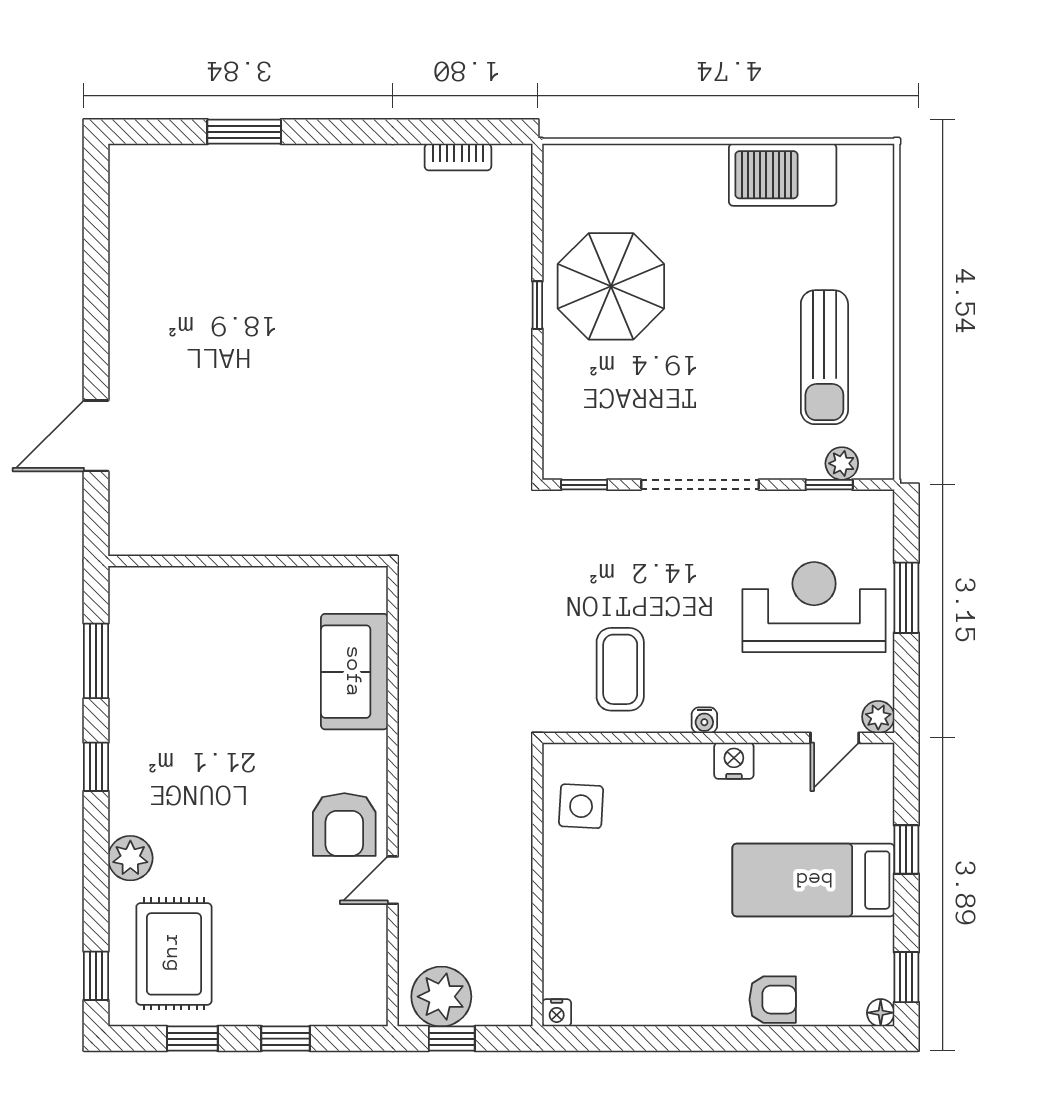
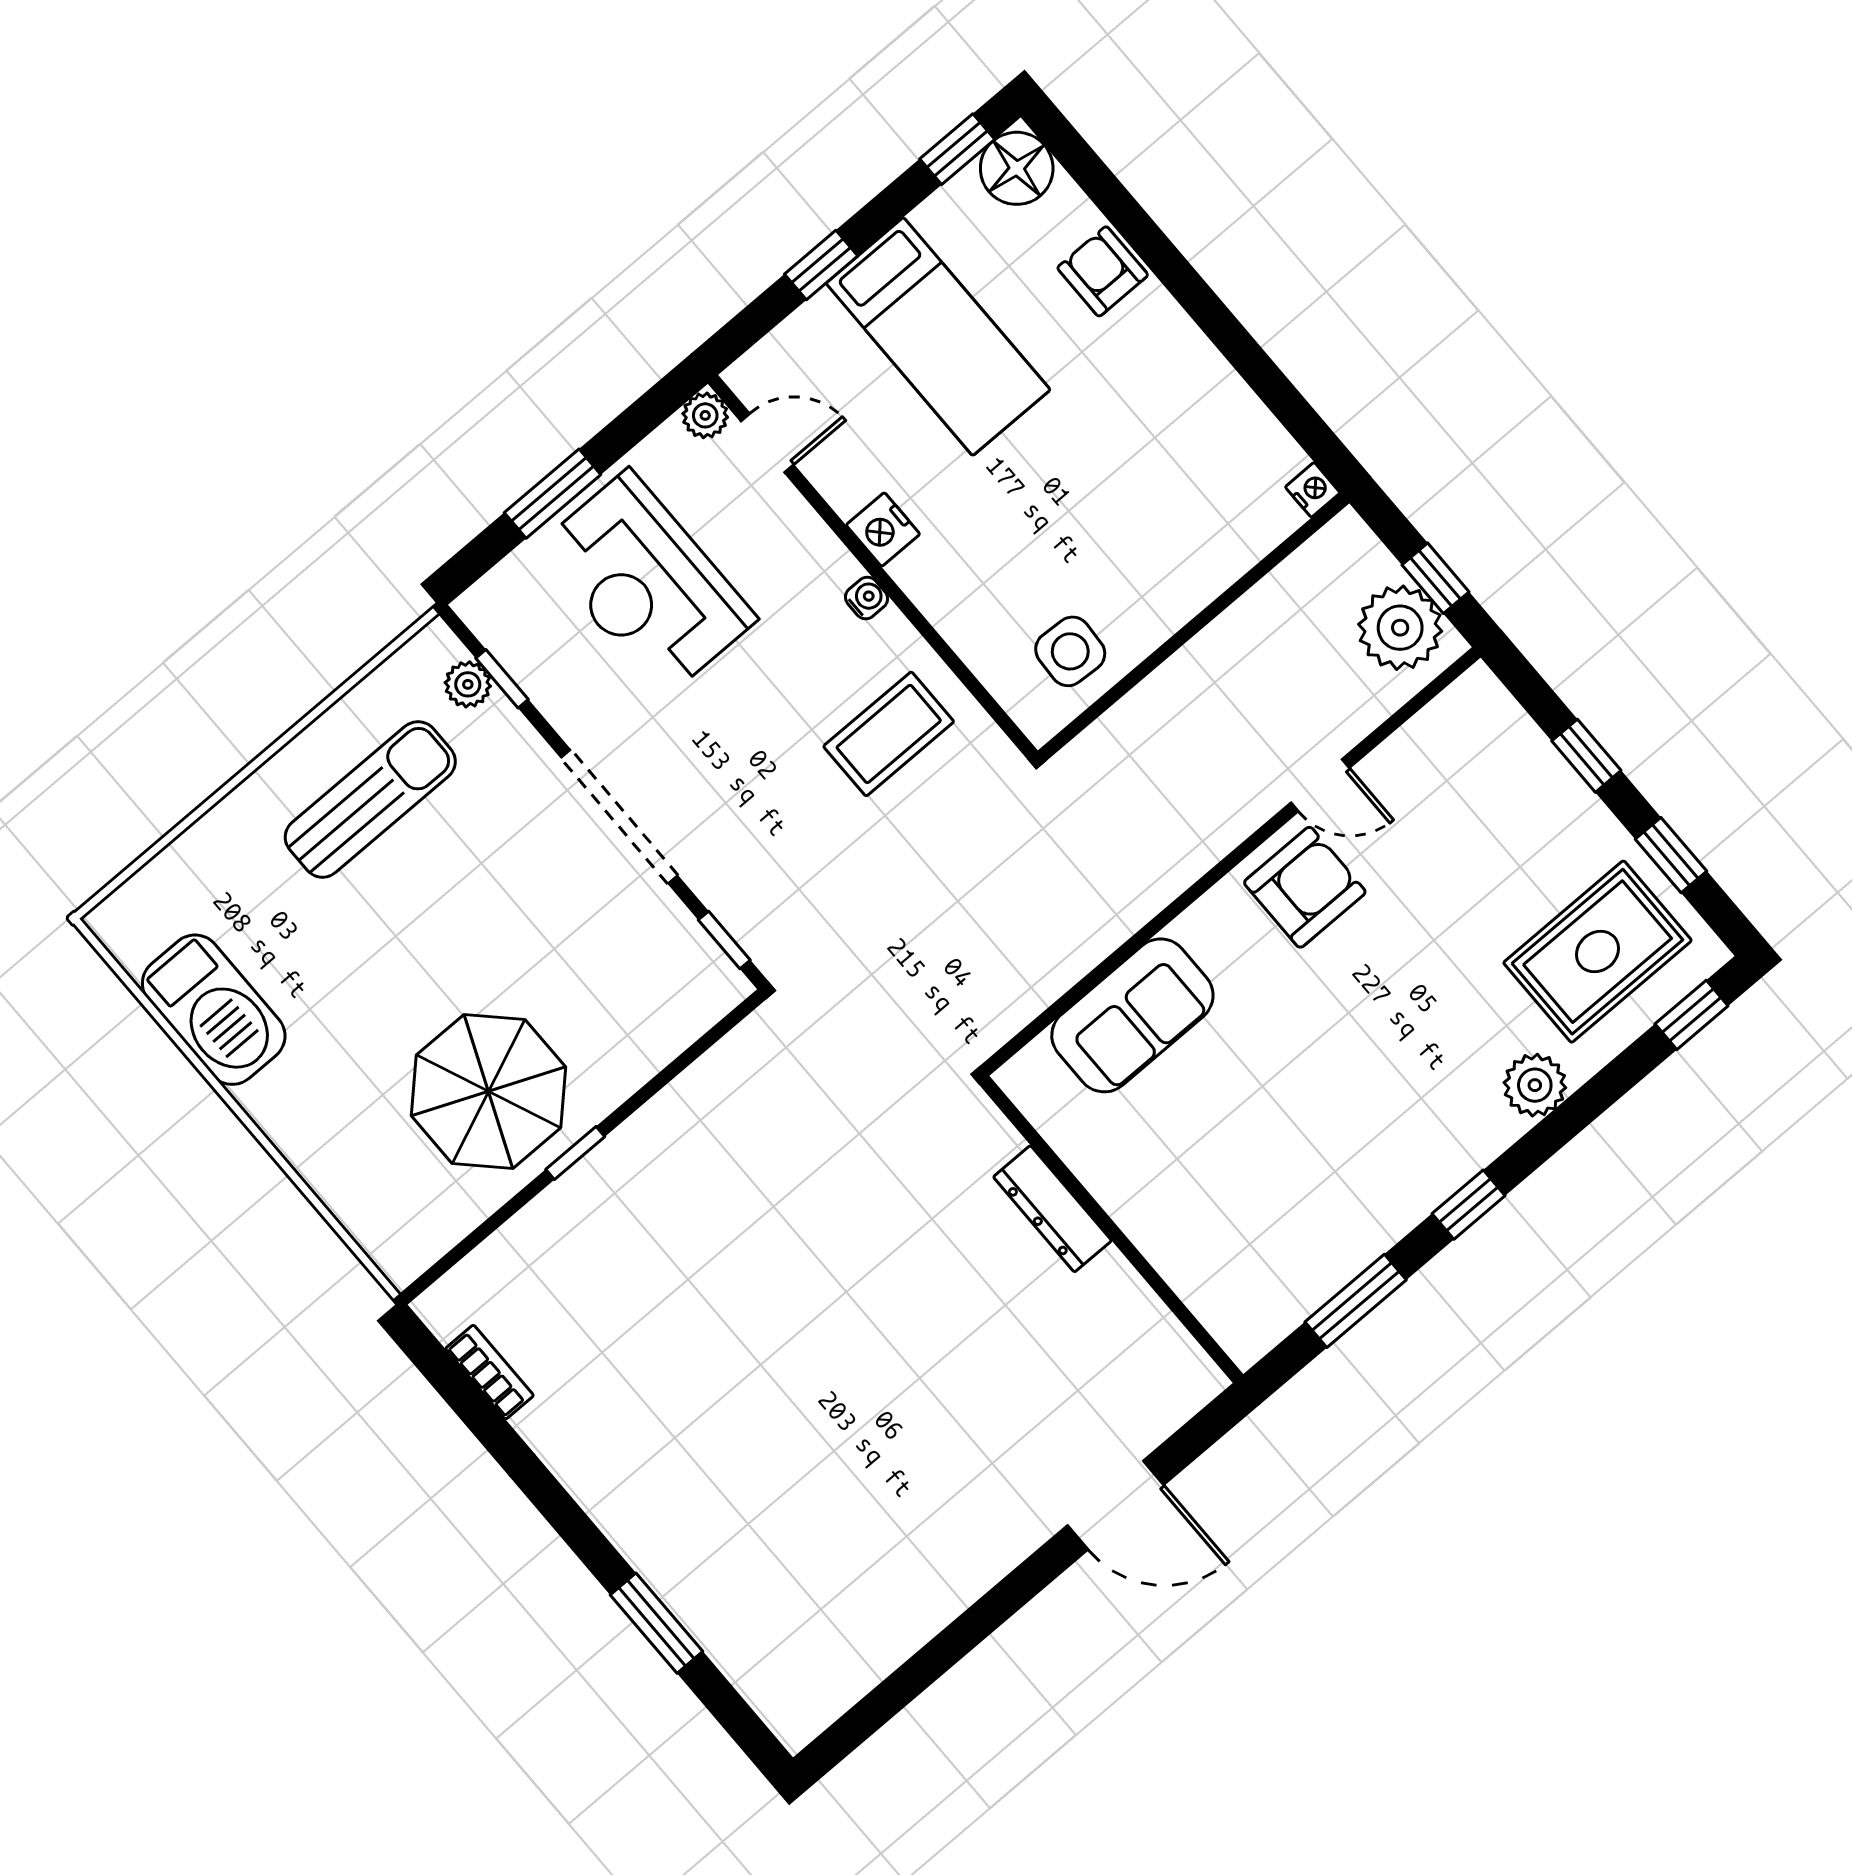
dresser: (286, 539) -> (1052, 1209), added
floor lamp: (881, 1013) -> (1017, 168), width x1.89, depth x1.89

